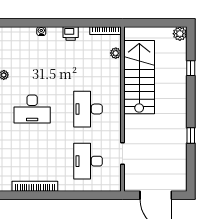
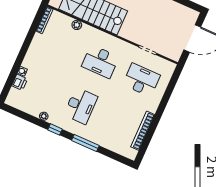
printer: (71, 34) -> (20, 82), moved
plant: (116, 53) -> (77, 25), moved
desk: (88, 161) -> (142, 80), turned 180

